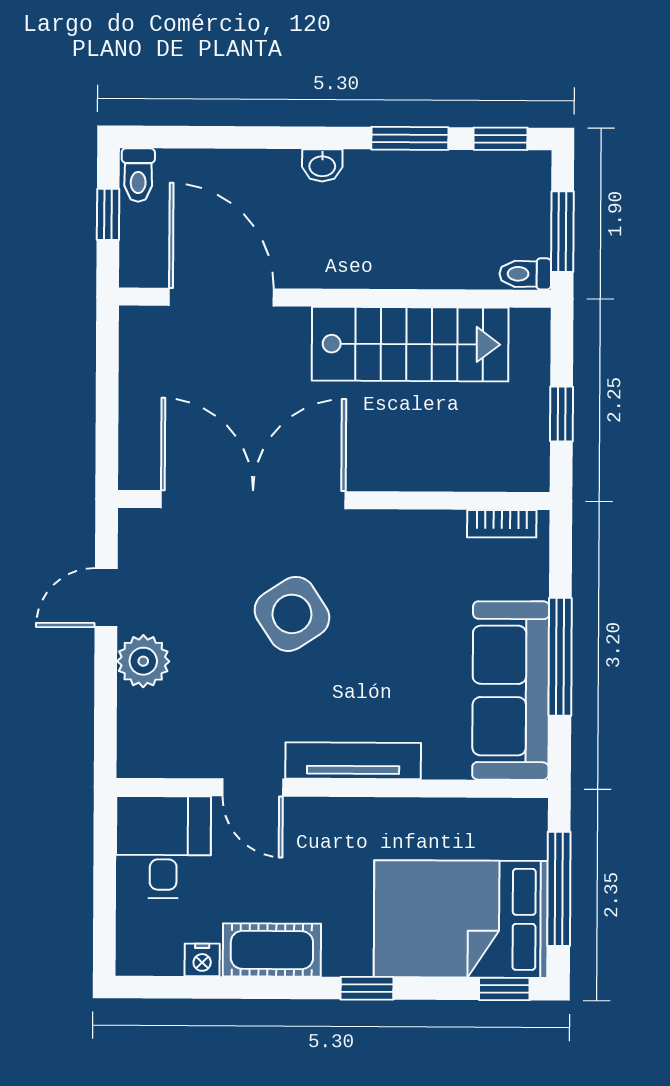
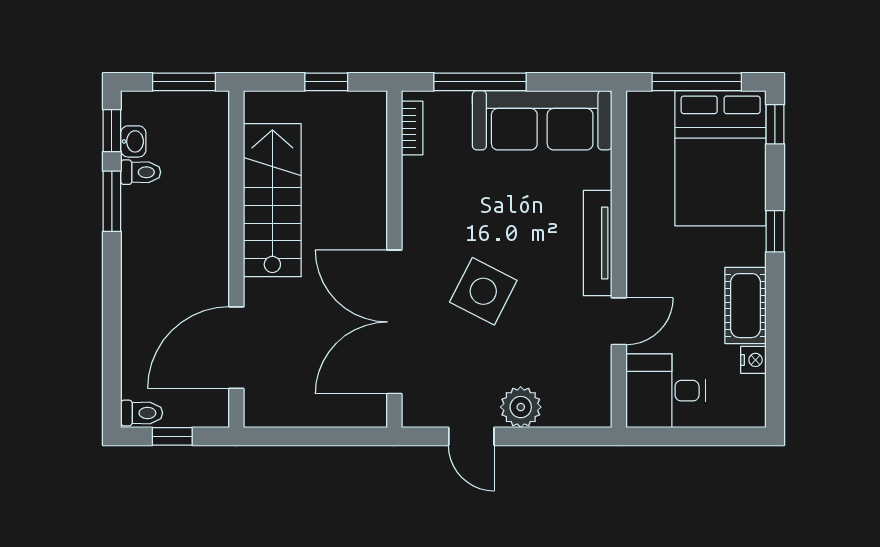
washbasin: (322, 165) -> (133, 141), moved
toilet: (525, 274) -> (141, 172), moved, turned -90
side table: (292, 614) -> (483, 291), turned -30
window: (560, 657) -> (480, 82), moved

